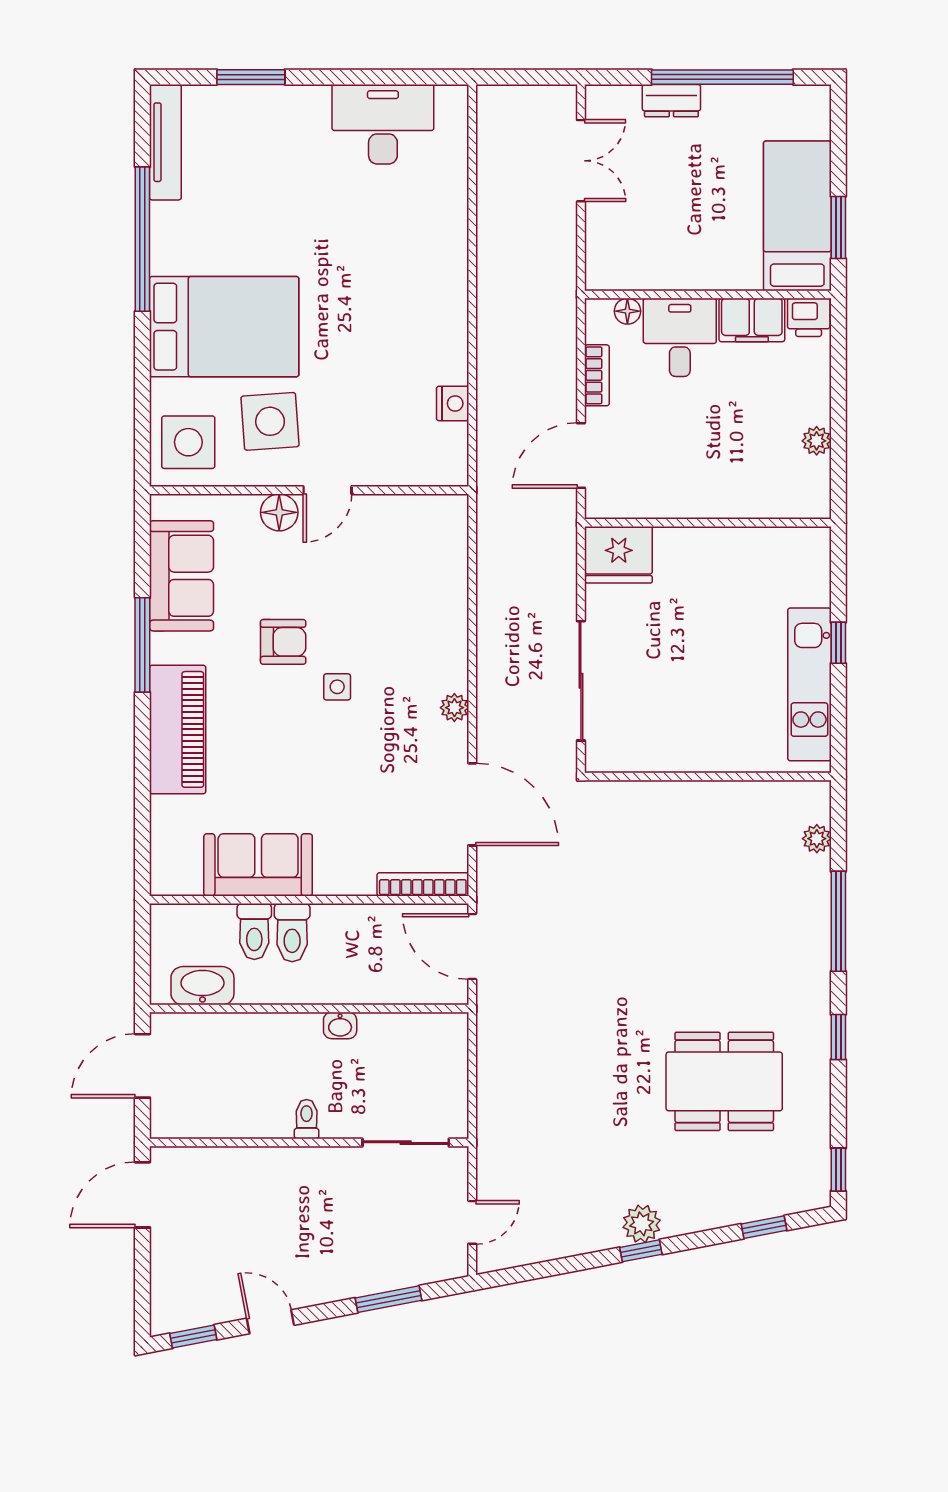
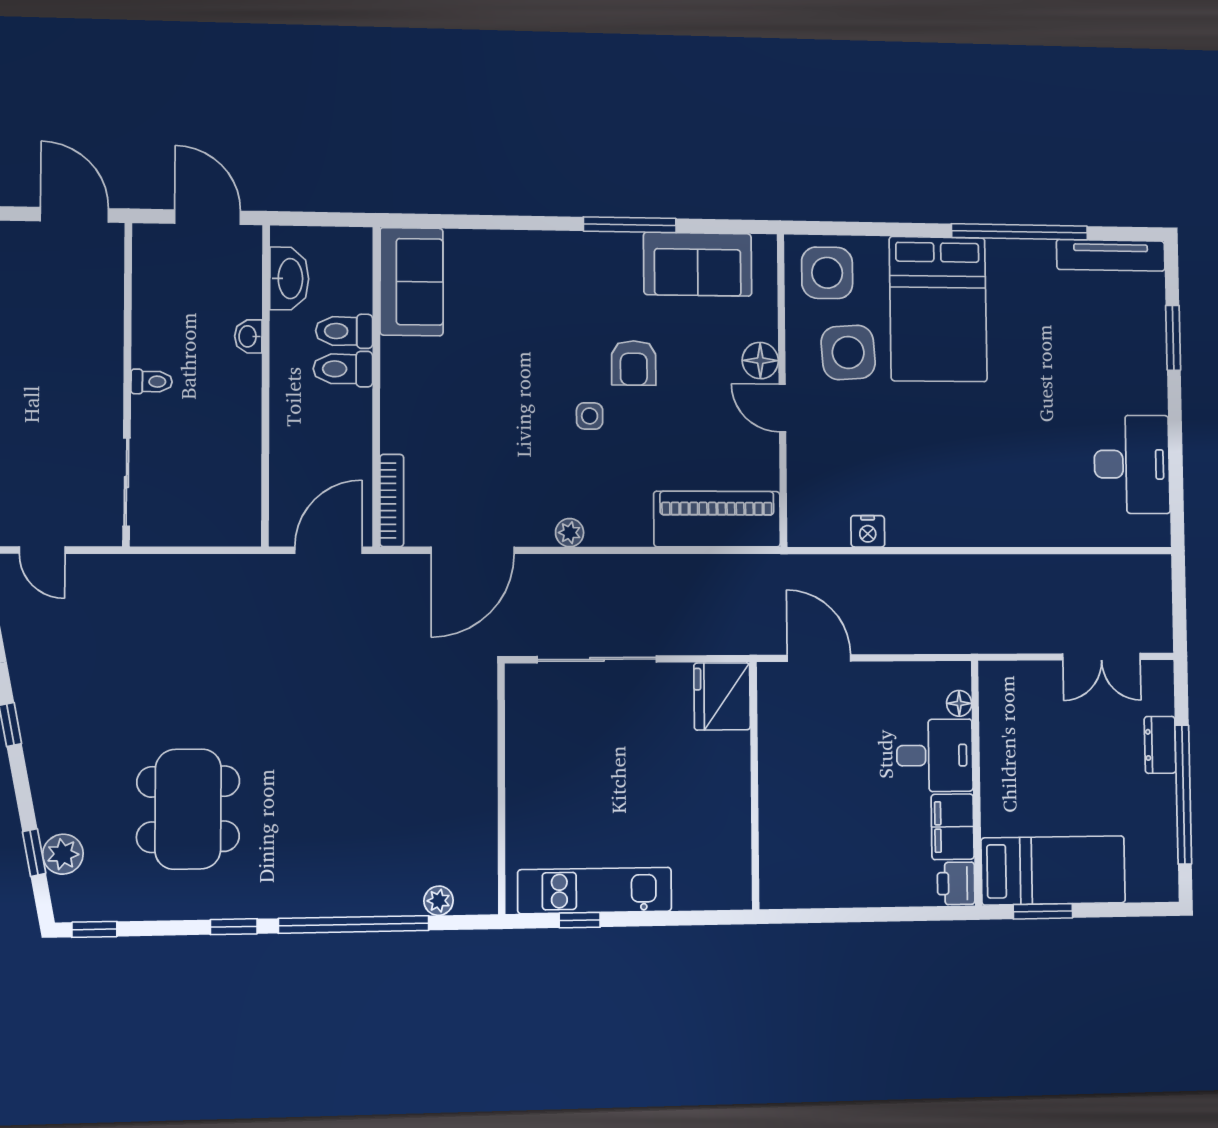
bookcase: (597, 375) -> (897, 673), removed
plant: (817, 441) -> (836, 893), removed
window: (838, 643) -> (580, 920), moved
piano: (178, 729) -> (717, 519), moved, turned 180
sofa: (258, 865) -> (412, 282), moved
window: (838, 921) -> (354, 924), width x1.46
washbasin: (340, 1025) -> (248, 336), moved
plant: (642, 1224) -> (63, 854), moved

